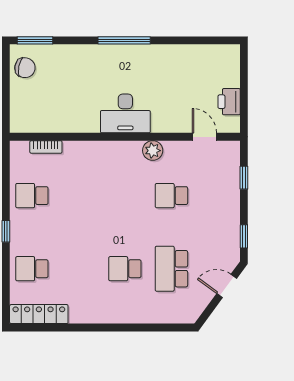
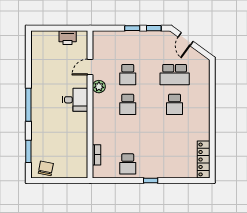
window: (35, 40) -> (28, 151), moved
desk: (125, 113) -> (75, 100), width x0.73
door: (204, 137) -> (90, 67), moved
window: (244, 178) -> (132, 28), moved
school desk: (32, 269) -> (128, 104), moved

